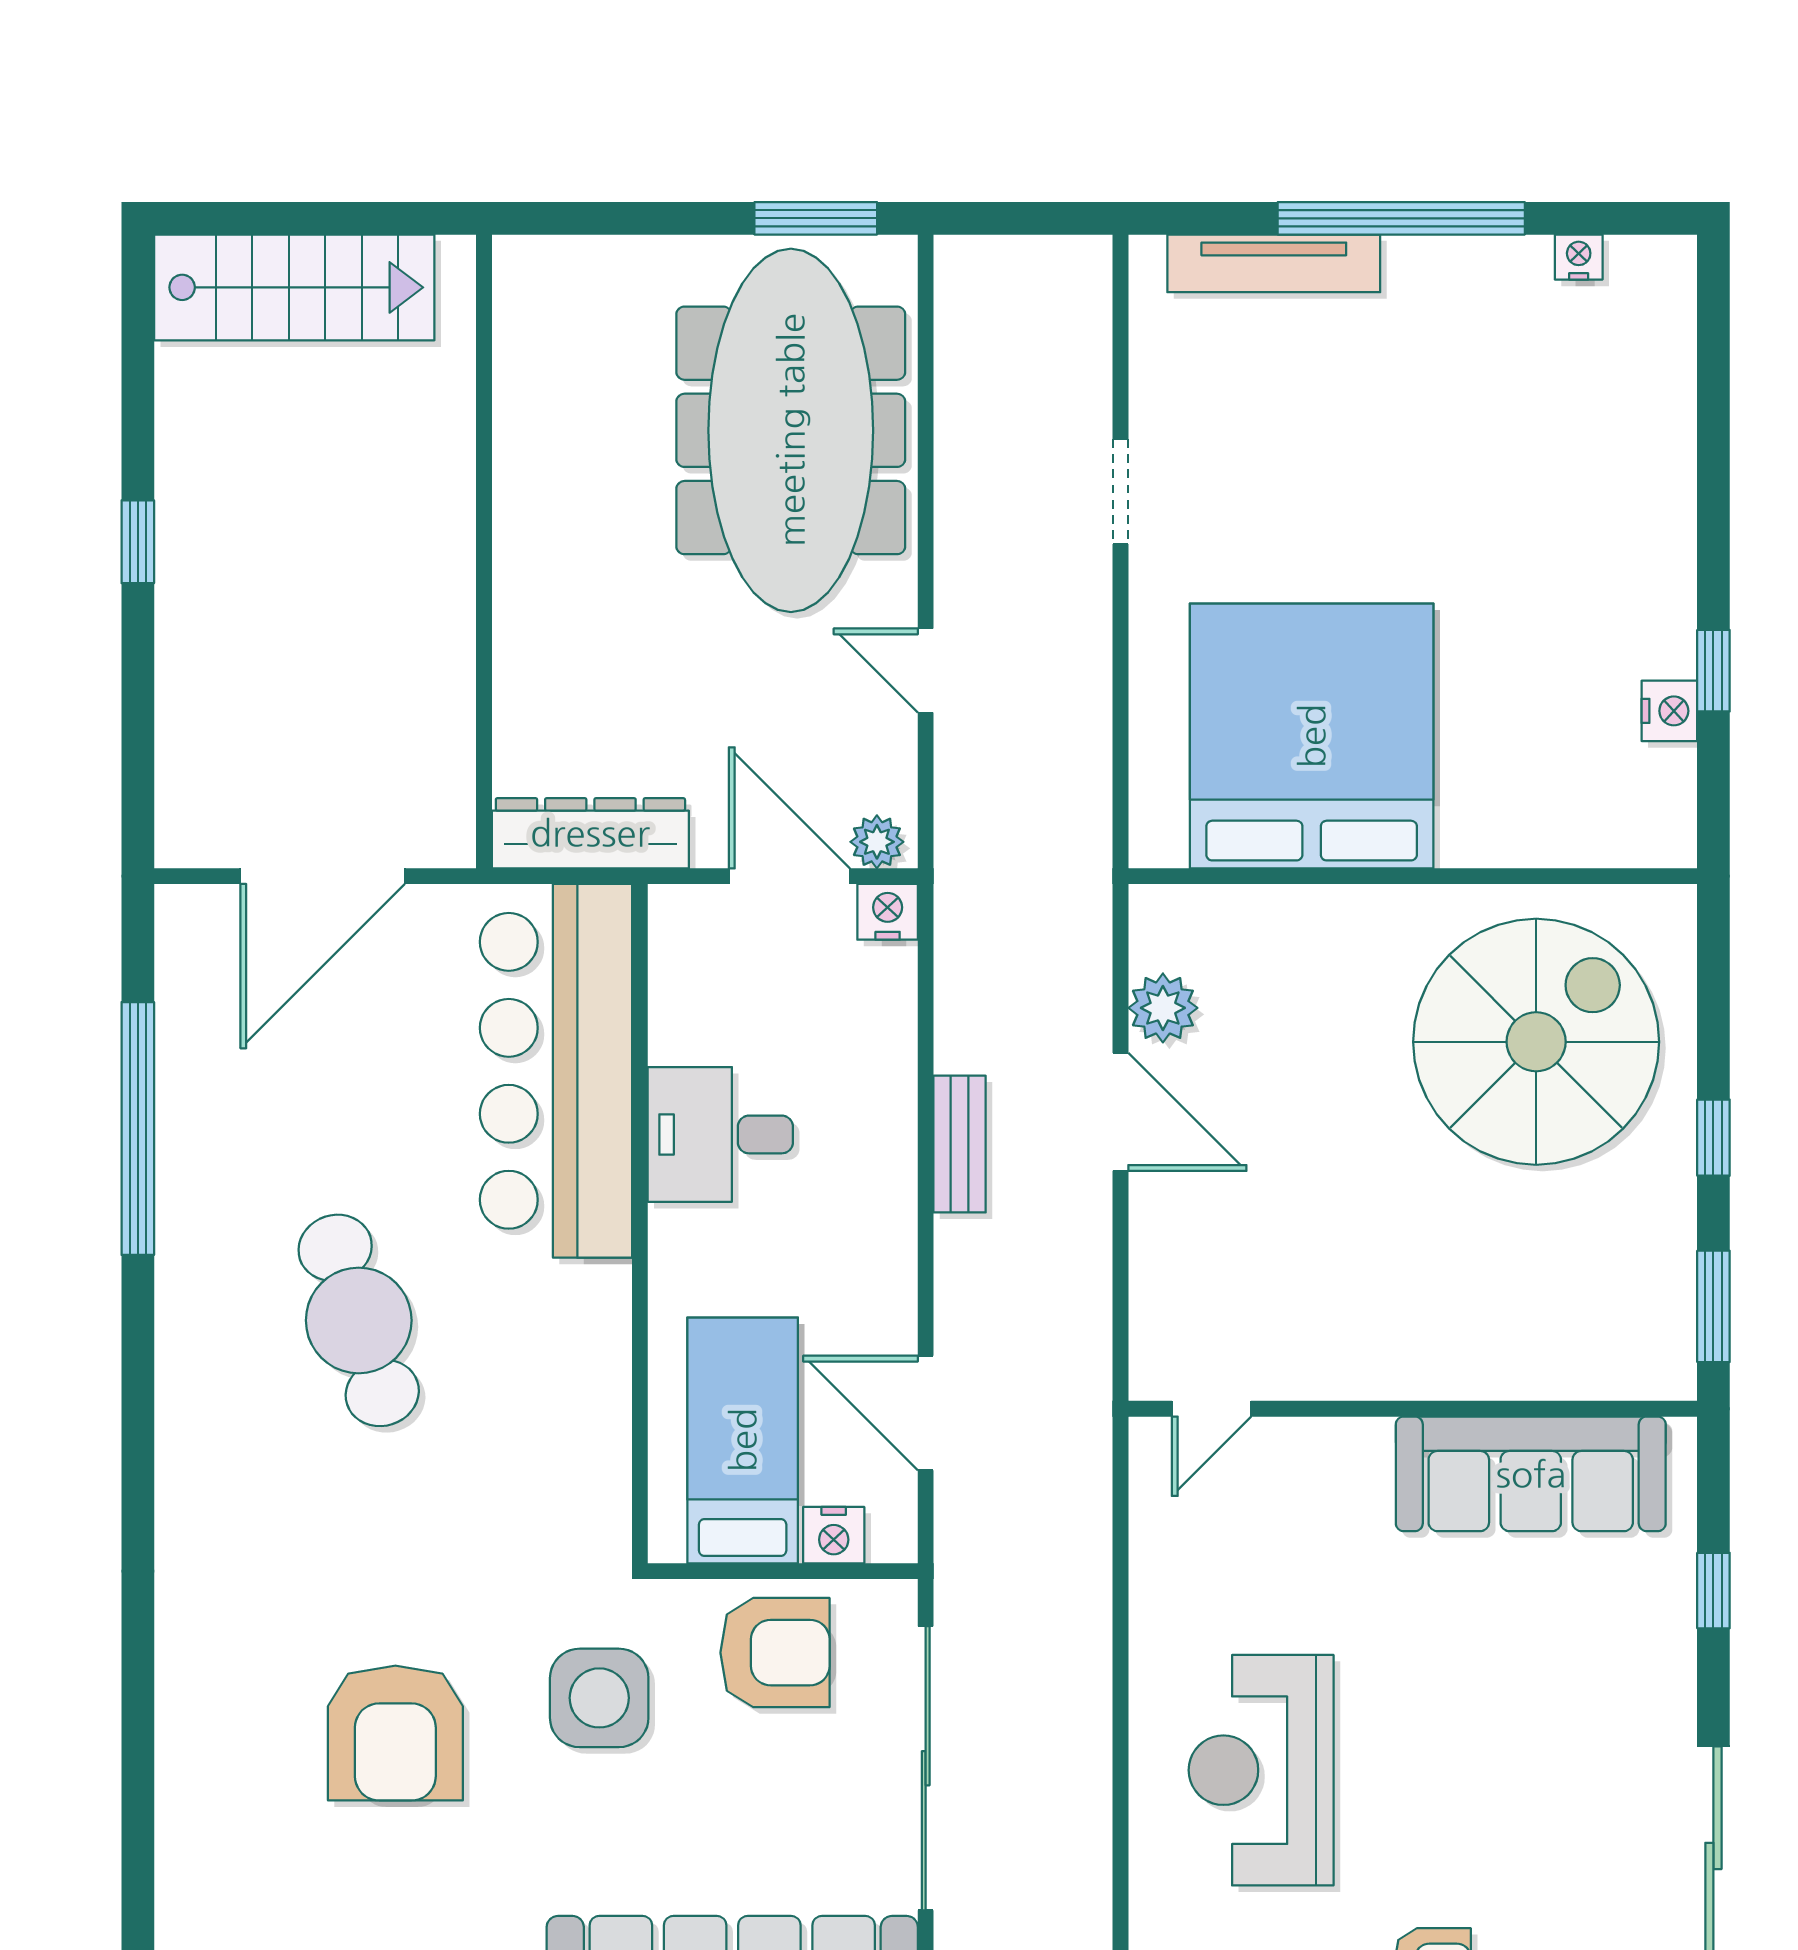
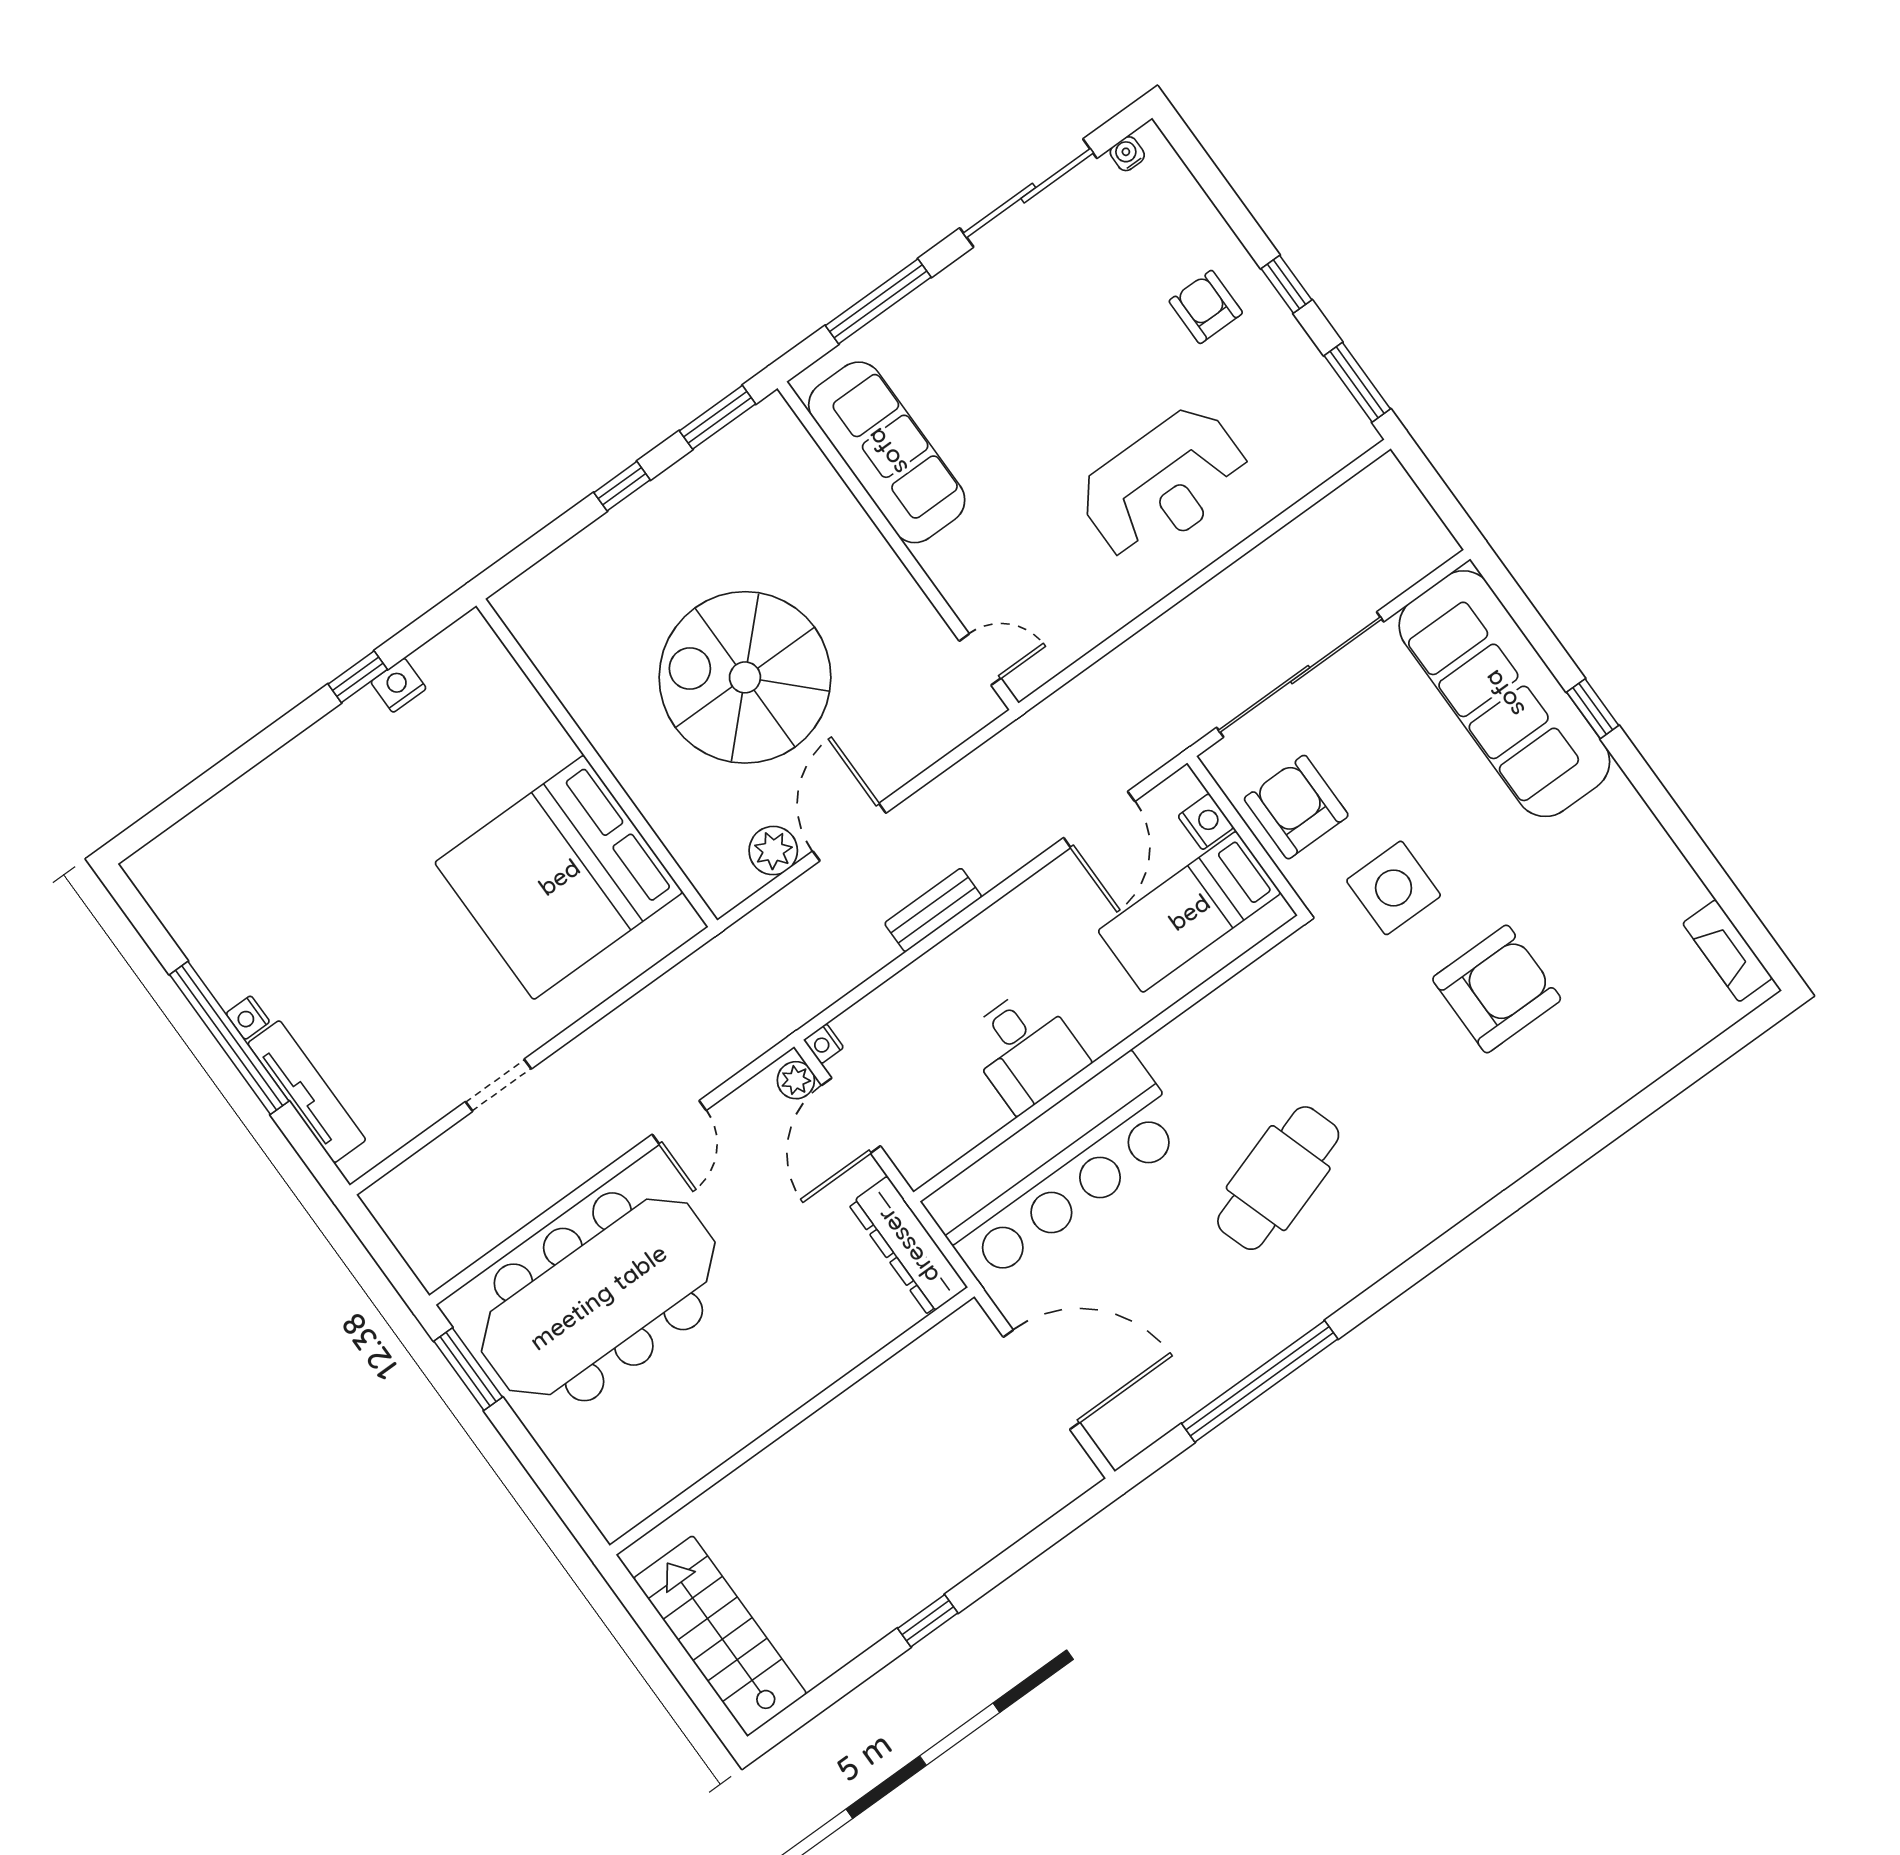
nightstand: (1579, 257) -> (248, 1018), moved
nightstand: (888, 912) -> (824, 1044), width x0.72, depth x0.74
spiral stairs: (1536, 1042) -> (745, 677), moved
window: (1713, 1591) -> (878, 301), width x2.17

